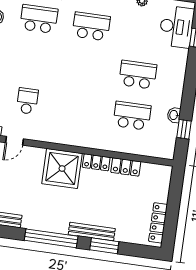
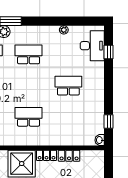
washbasin: (174, 115) -> (100, 140), moved
school desk: (132, 116) -> (29, 117), moved

